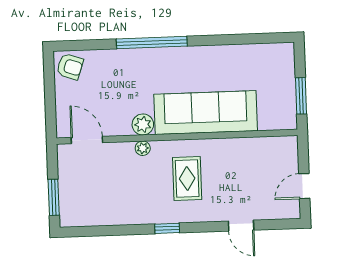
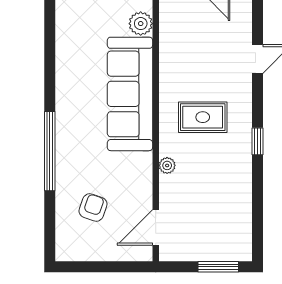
armchair: (70, 67) -> (93, 207), moved
plant: (143, 124) -> (141, 24), moved

